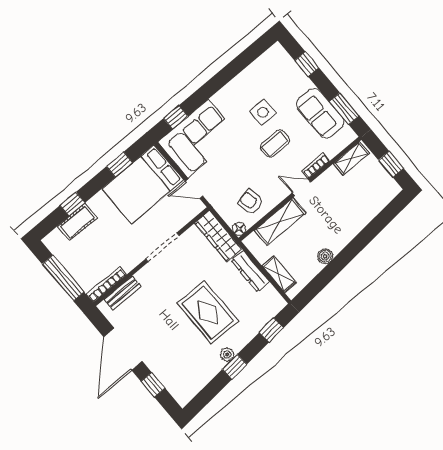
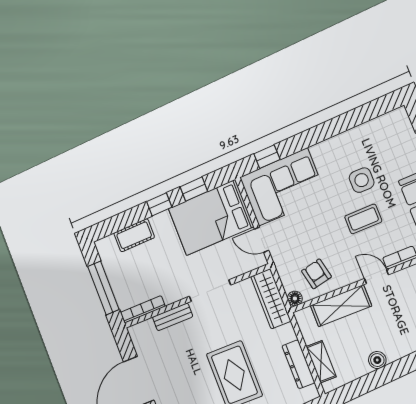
window: (72, 204) -> (159, 204), moved
dresser: (250, 271) -> (298, 364), moved
bench: (123, 293) -> (173, 317), moved

